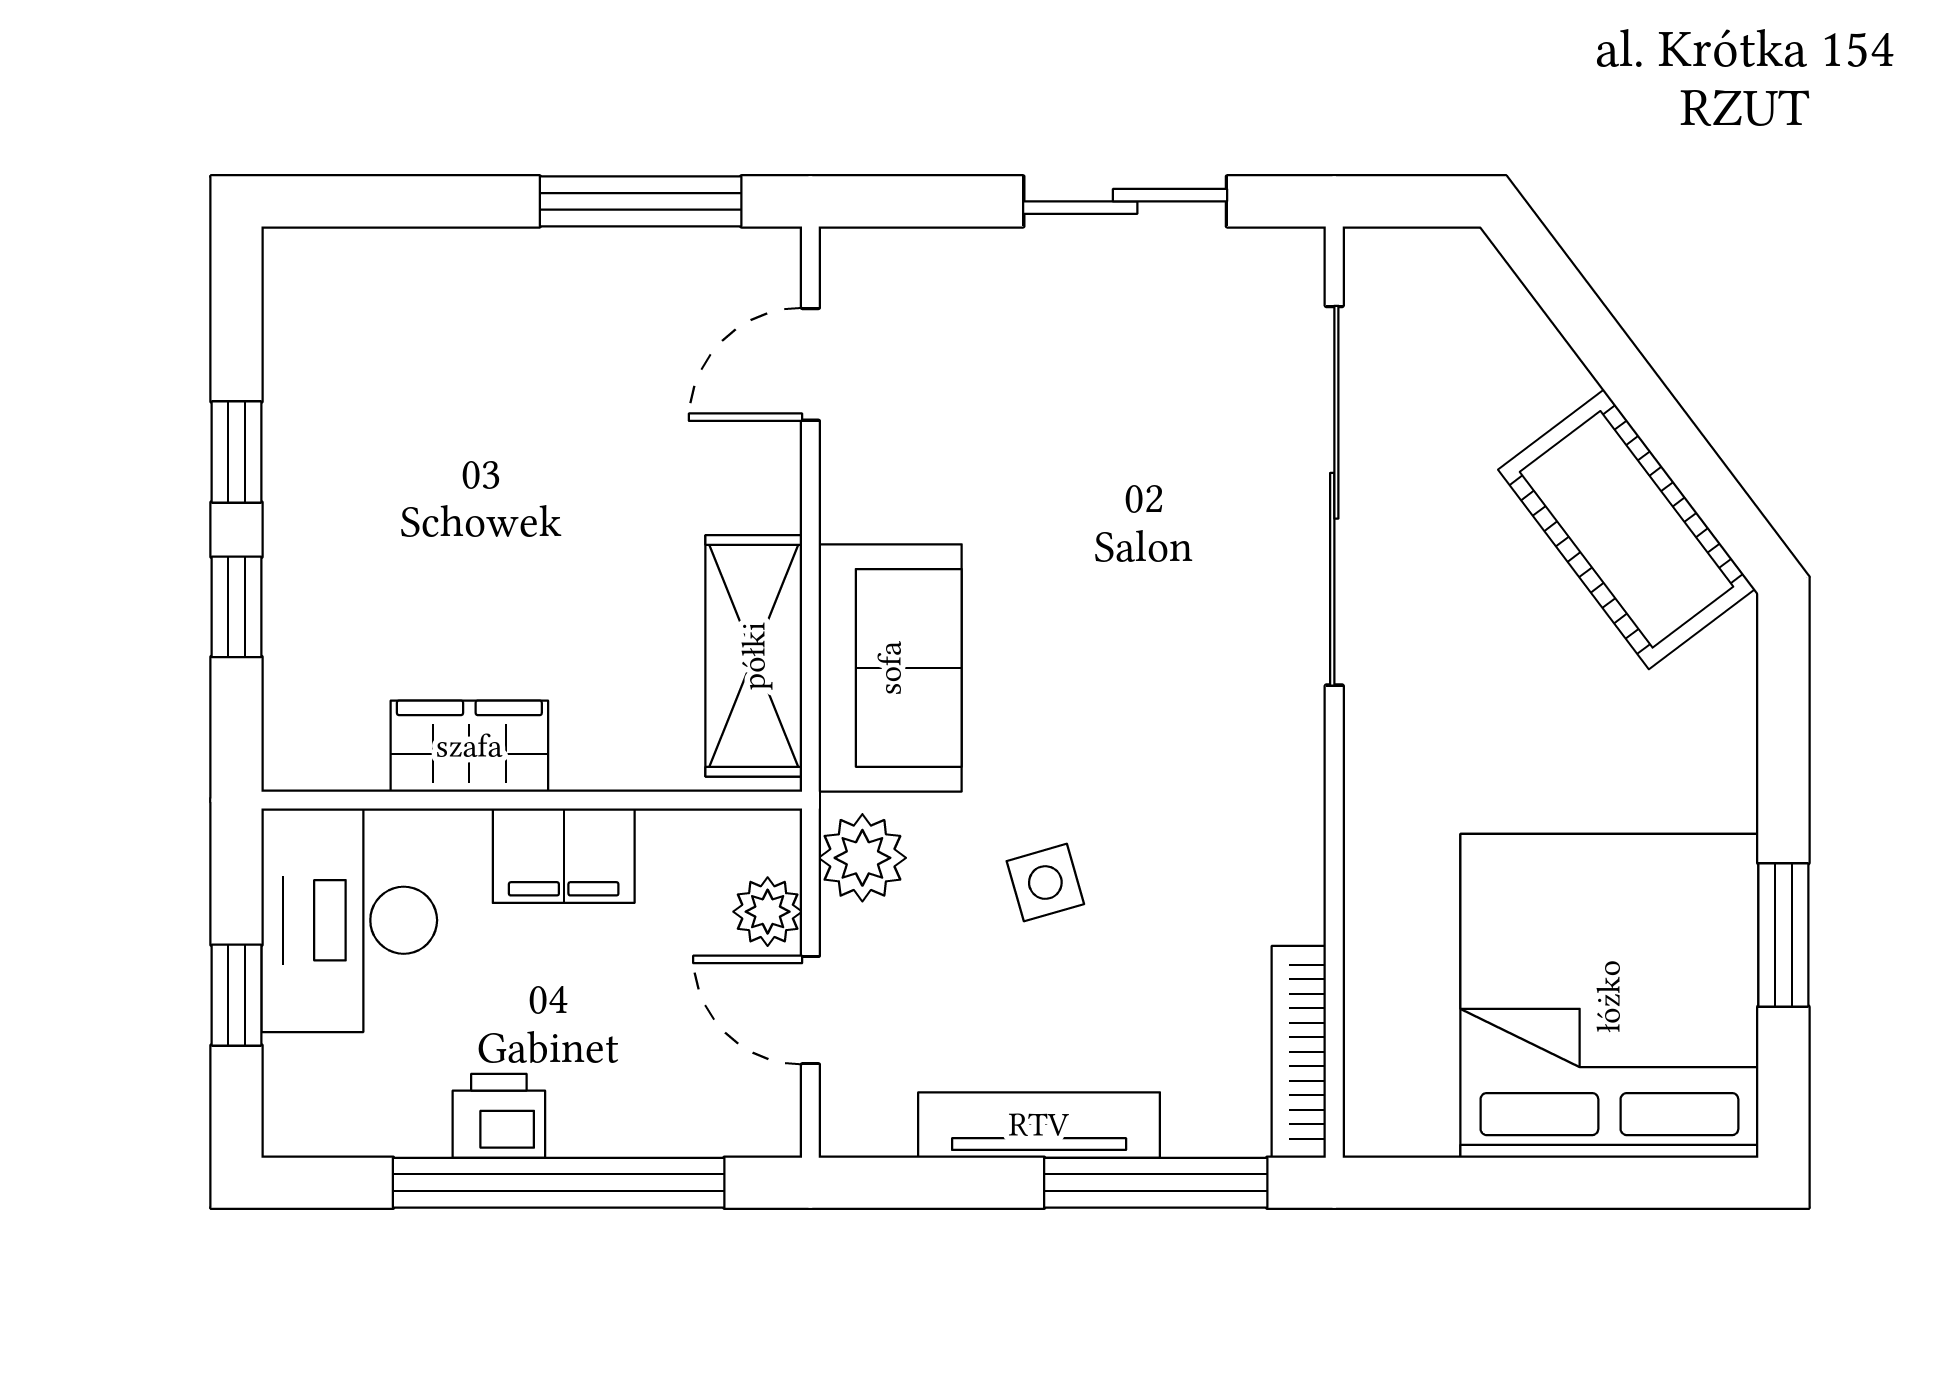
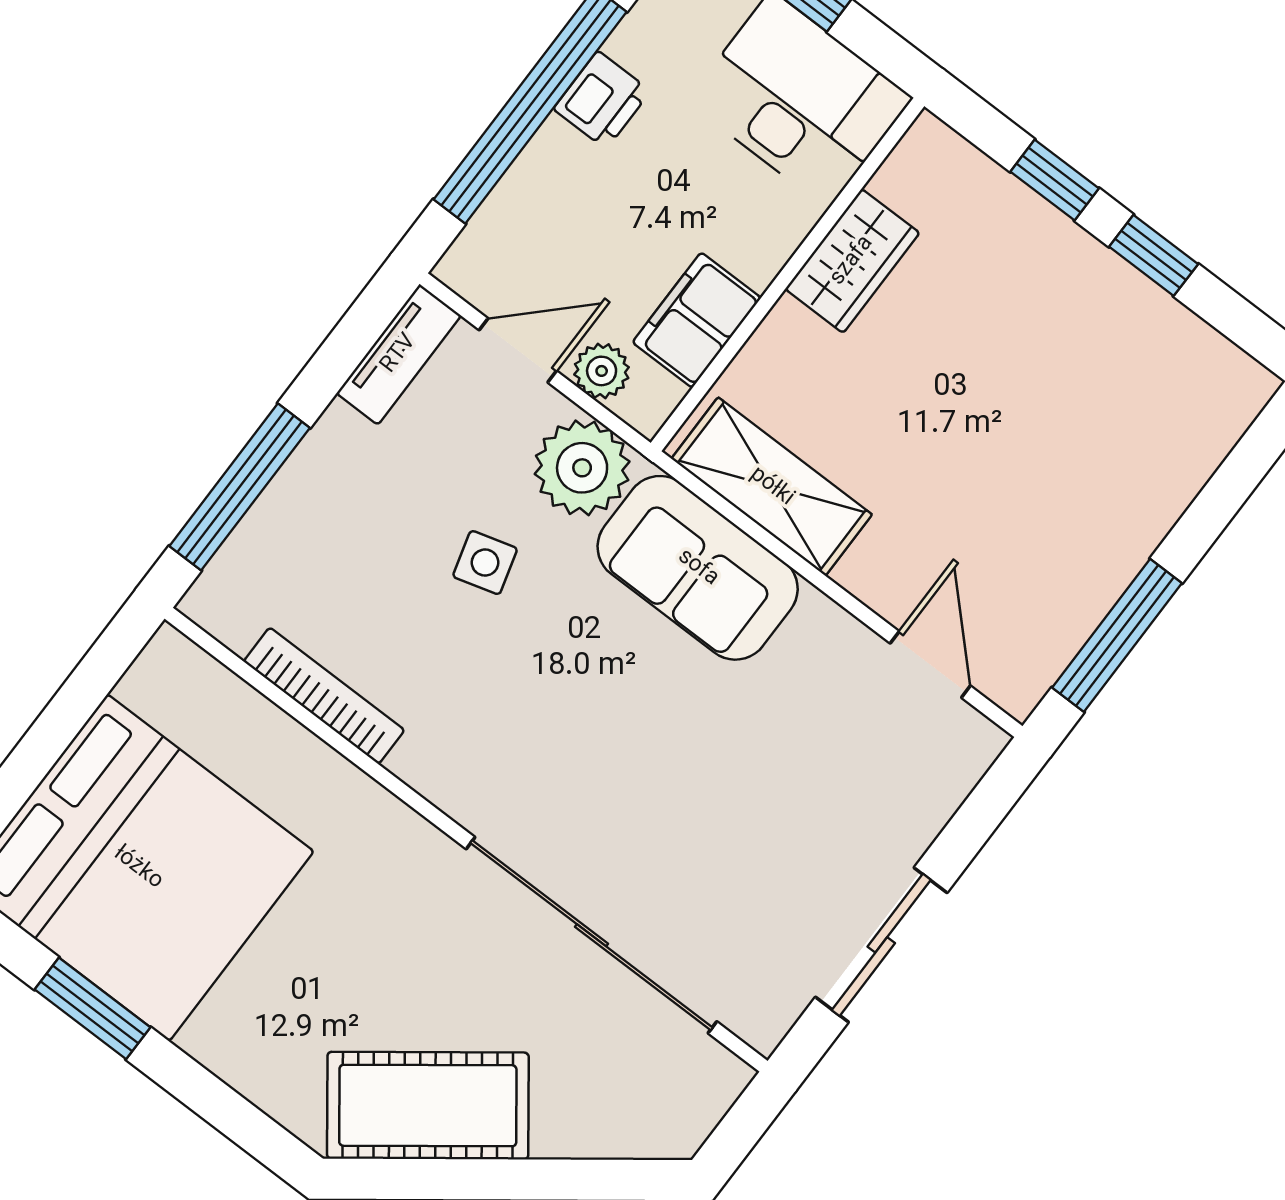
filing cabinet: (564, 856) -> (697, 320), moved
plant: (862, 858) -> (582, 468), width x1.36, depth x1.36
bookcase: (1299, 1052) -> (324, 696), moved
tv unit: (1039, 1125) -> (399, 354), moved, width x0.71

